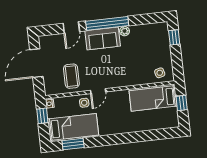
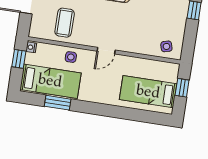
door: (98, 91) -> (106, 51), moved
bed: (153, 98) -> (148, 92), moved
window: (73, 144) -> (58, 103), moved

